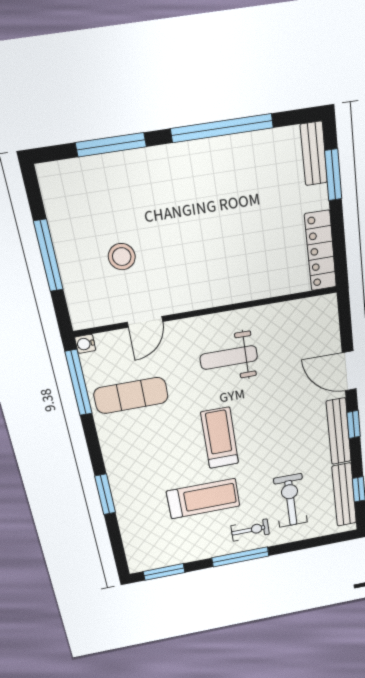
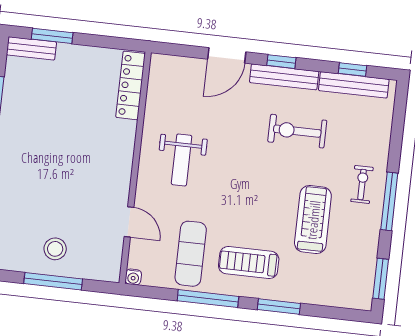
locker: (321, 251) -> (131, 85), moved, turned 90
stool: (122, 257) -> (55, 249), moved
window: (79, 383) -> (208, 299), moved
treadmill: (220, 438) -> (249, 263), moved
exercise bike: (291, 501) -> (297, 131), moved

